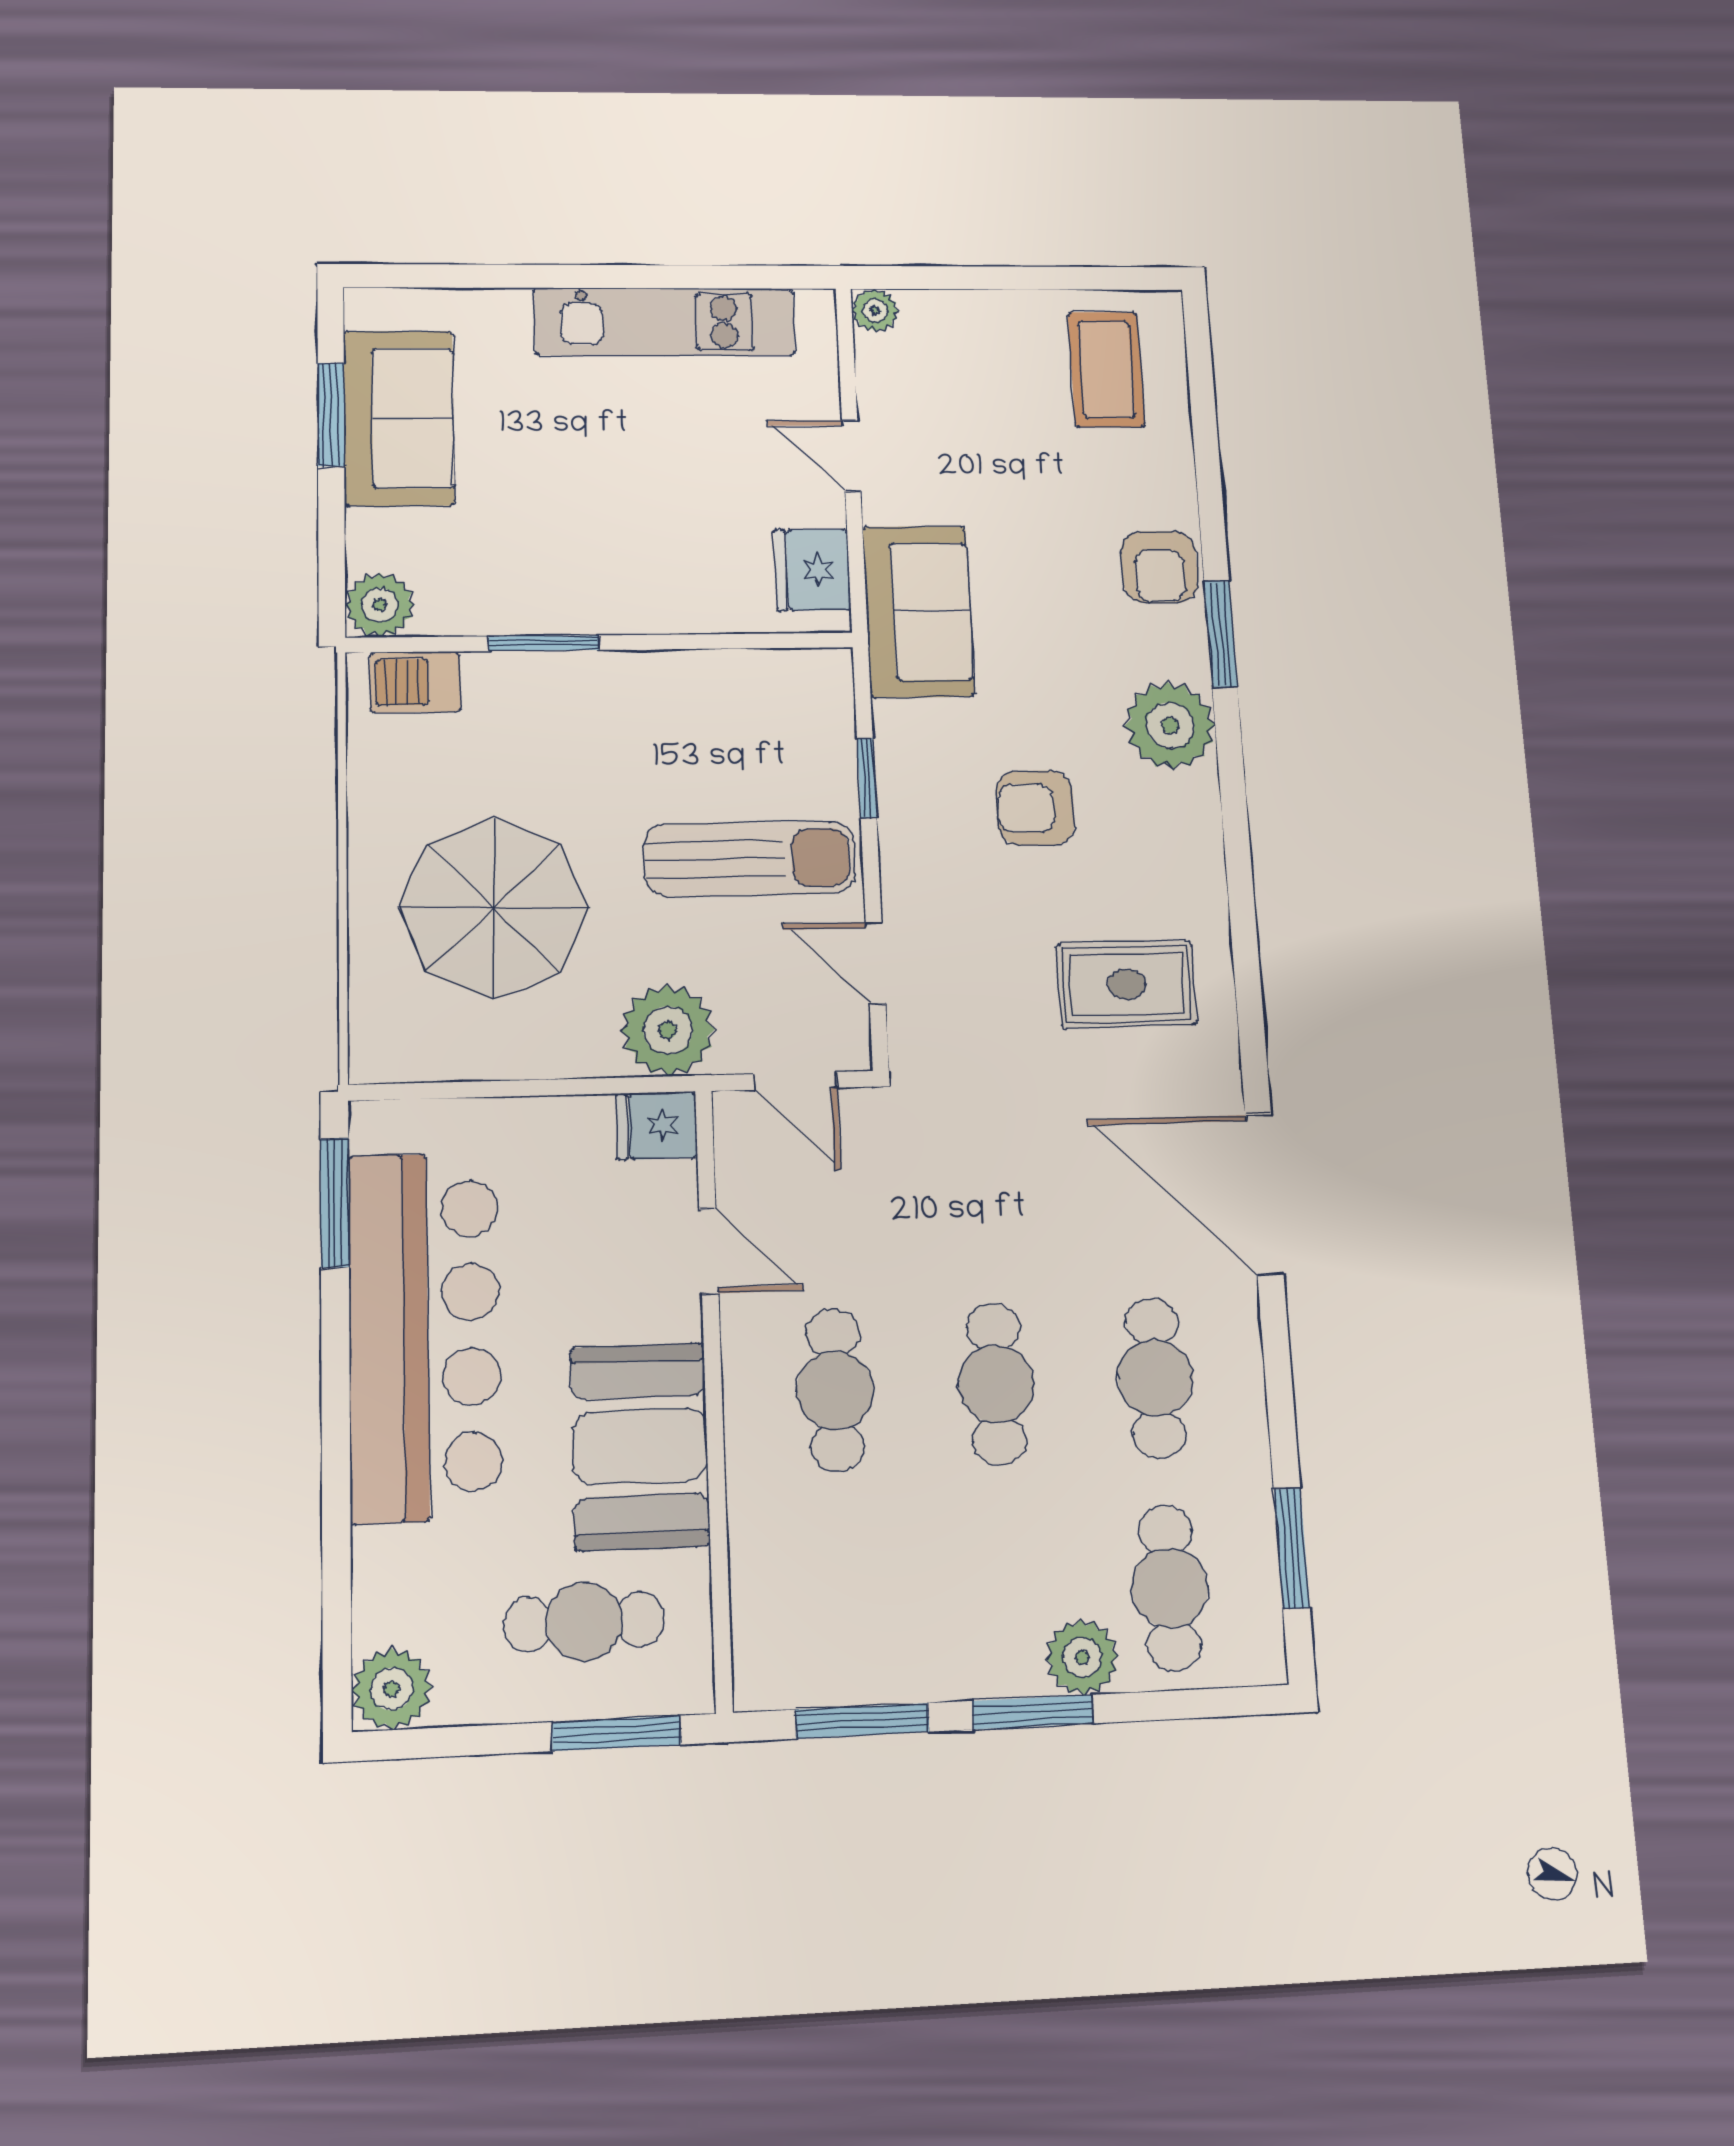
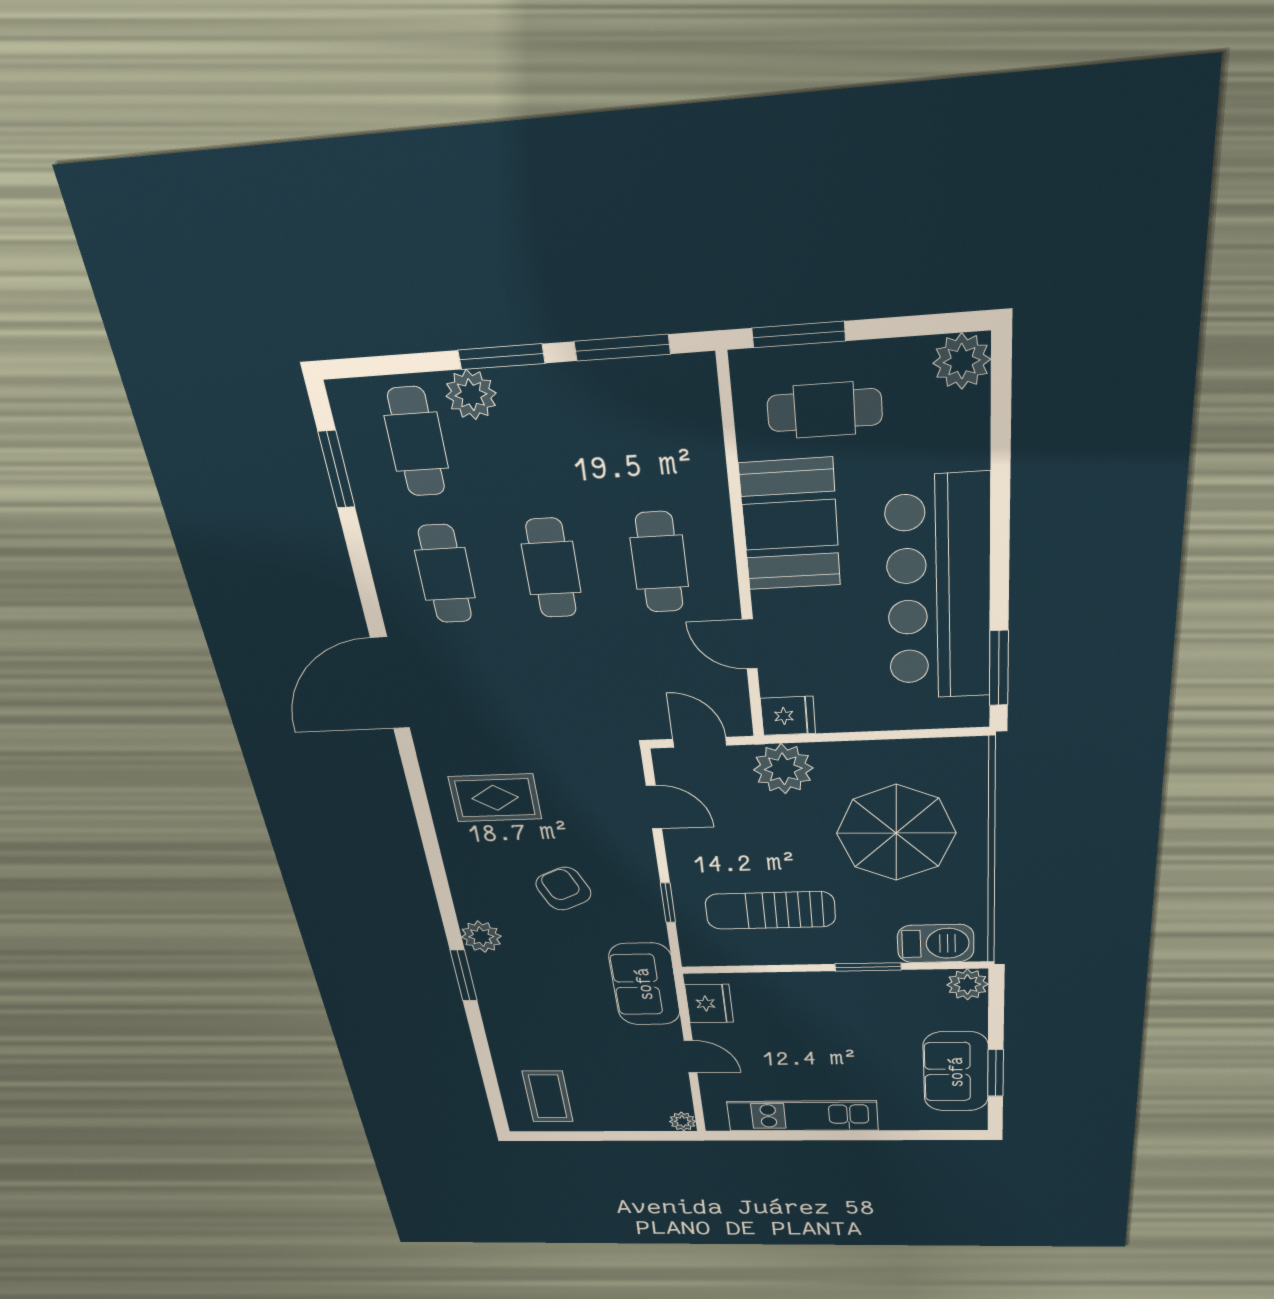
armchair: (1159, 567) -> (504, 1007), removed
barbecue: (415, 682) -> (936, 943), width x1.38, depth x1.27
plant: (1170, 725) -> (481, 937), width x0.73, depth x0.73
armchair: (1035, 808) -> (563, 889), turned -114
sun lounger: (750, 859) -> (770, 910), moved
door: (1264, 1194) -> (390, 683), swing flipped

